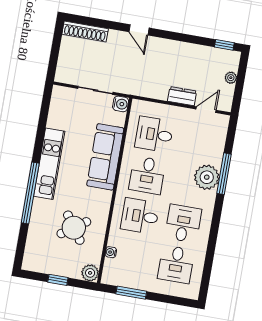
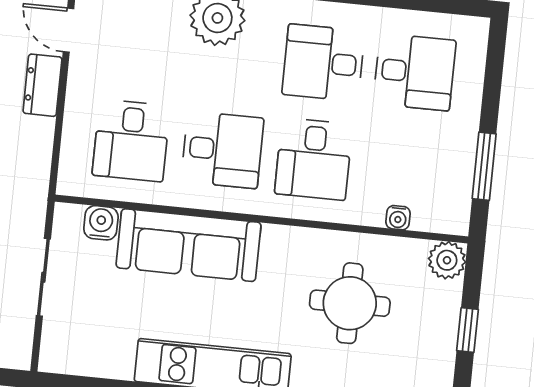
water cooler: (121, 104) -> (101, 223), moved
round table: (74, 228) -> (350, 303), turned 35

